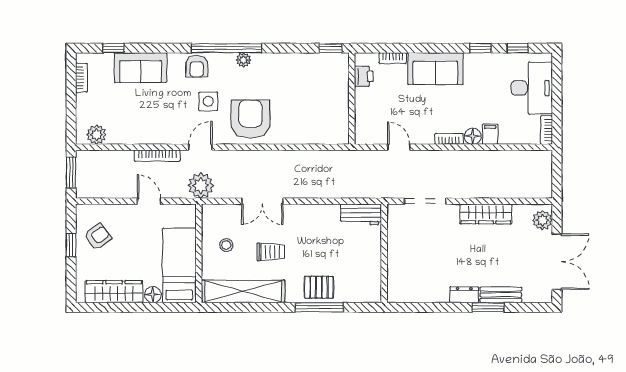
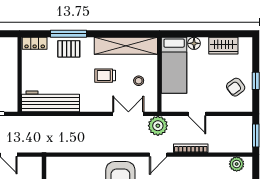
double door: (262, 201) -> (128, 114), moved
workbench: (361, 214) -> (50, 101), width x1.88, depth x1.32
wardrobe: (114, 292) -> (223, 46), width x0.67
locker: (364, 295) -> (35, 43), added

